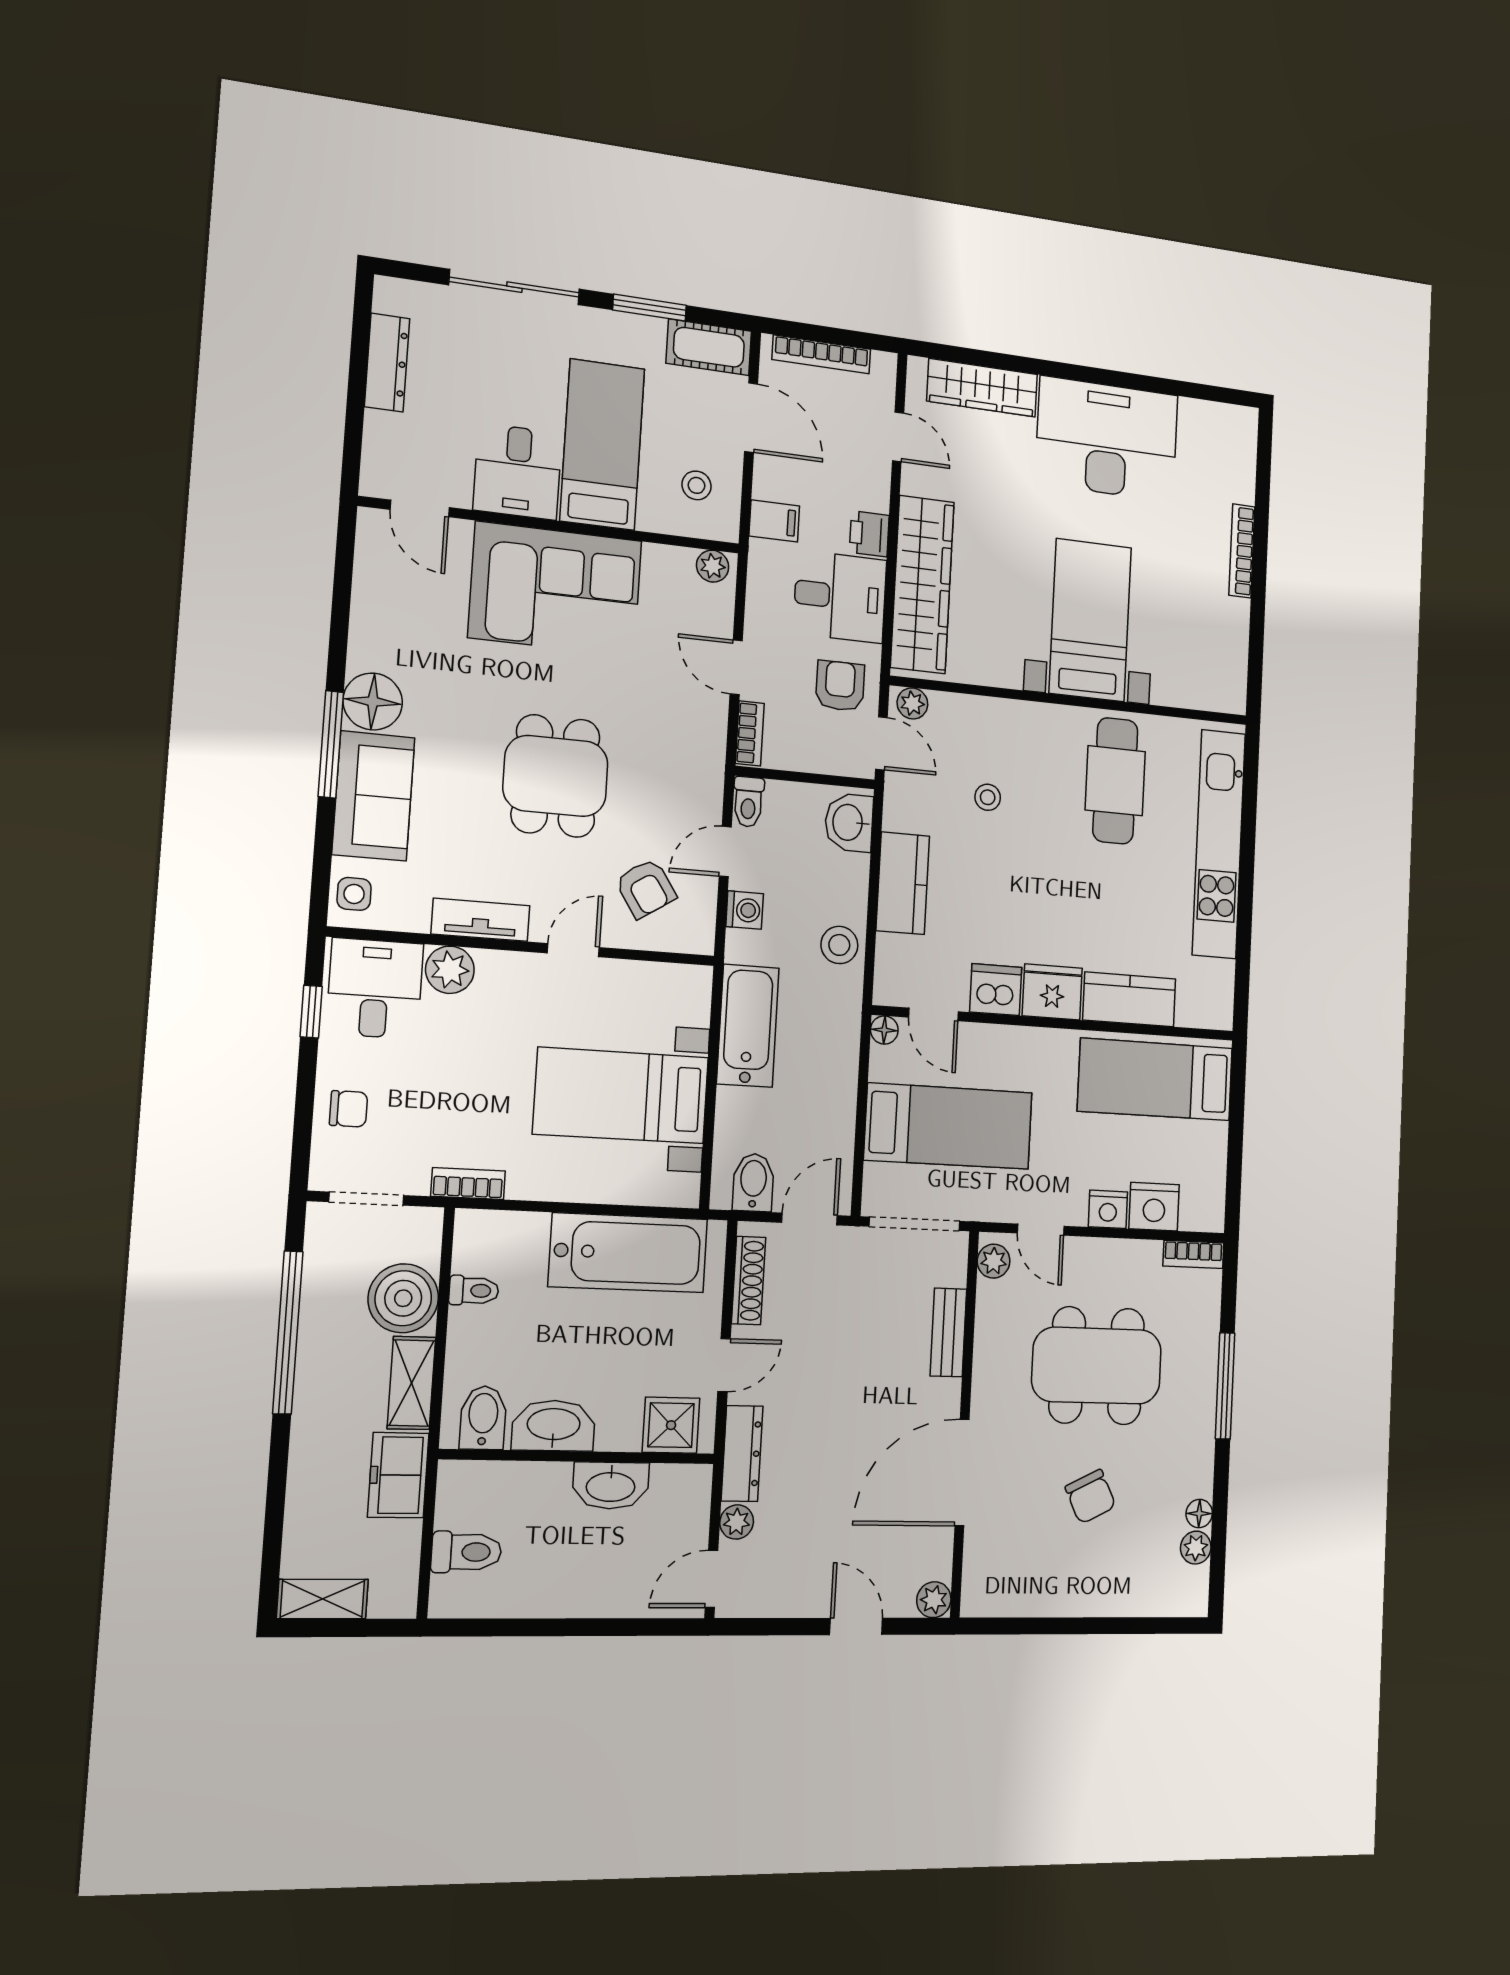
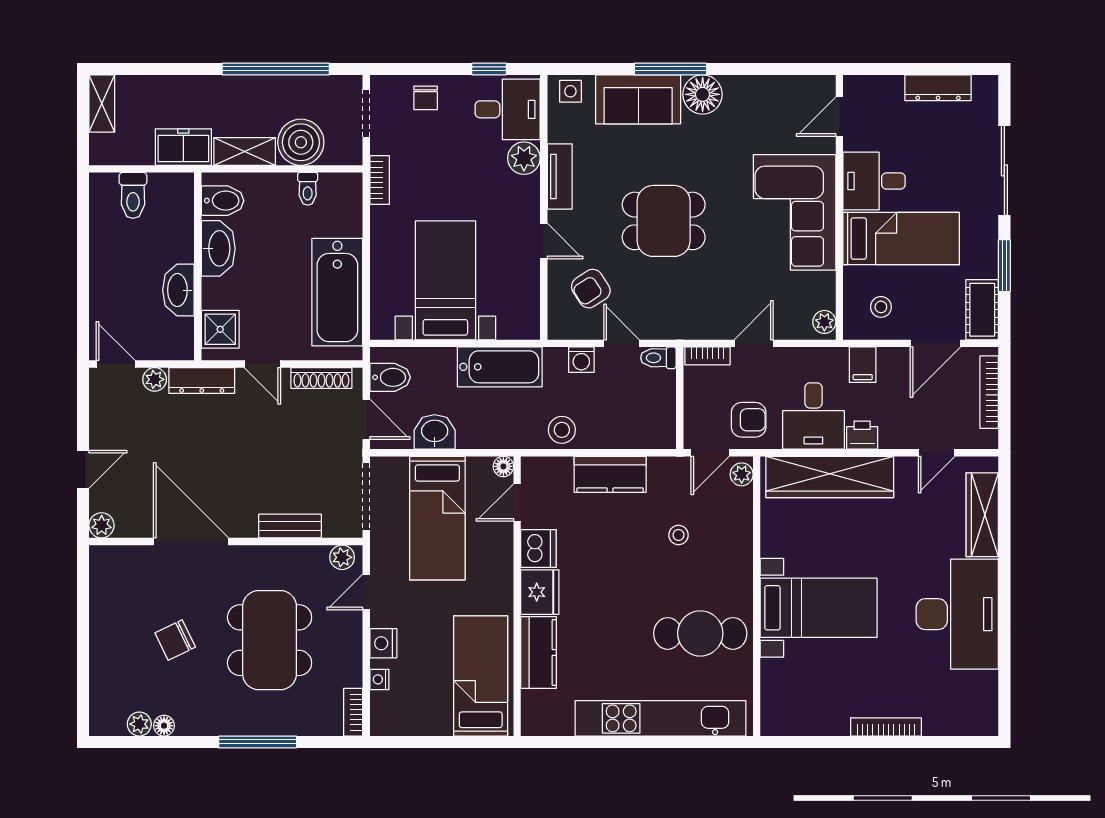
washbasin: (849, 823) -> (435, 432), moved
nightstand: (1154, 1207) -> (379, 679), width x0.53, depth x0.56

